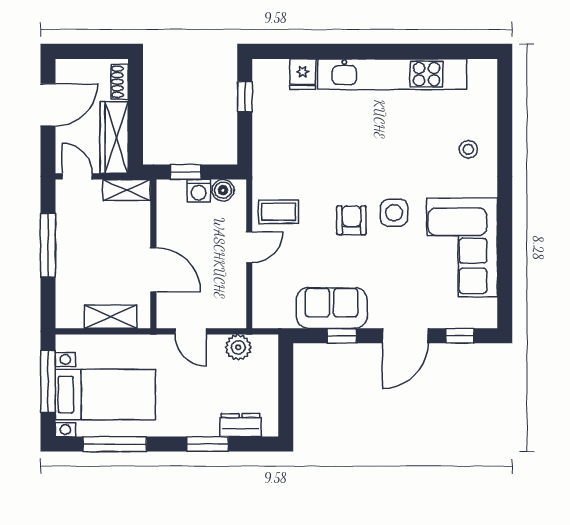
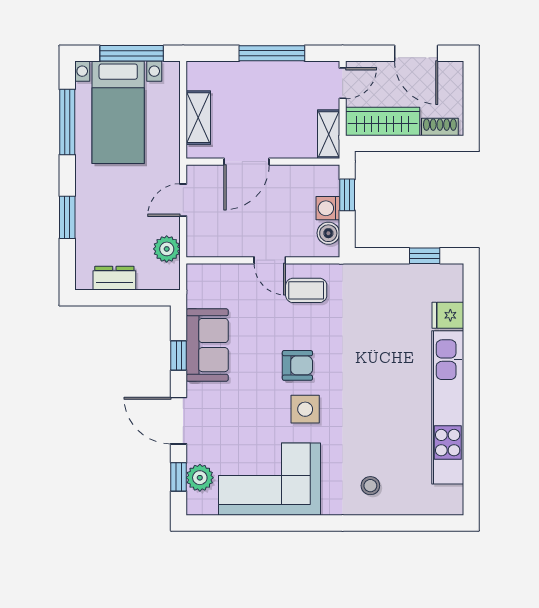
coffee table: (279, 212) -> (306, 290), turned 90
plant: (461, 315) -> (200, 478), added
dresser: (241, 425) -> (114, 278), moved, turned -90

